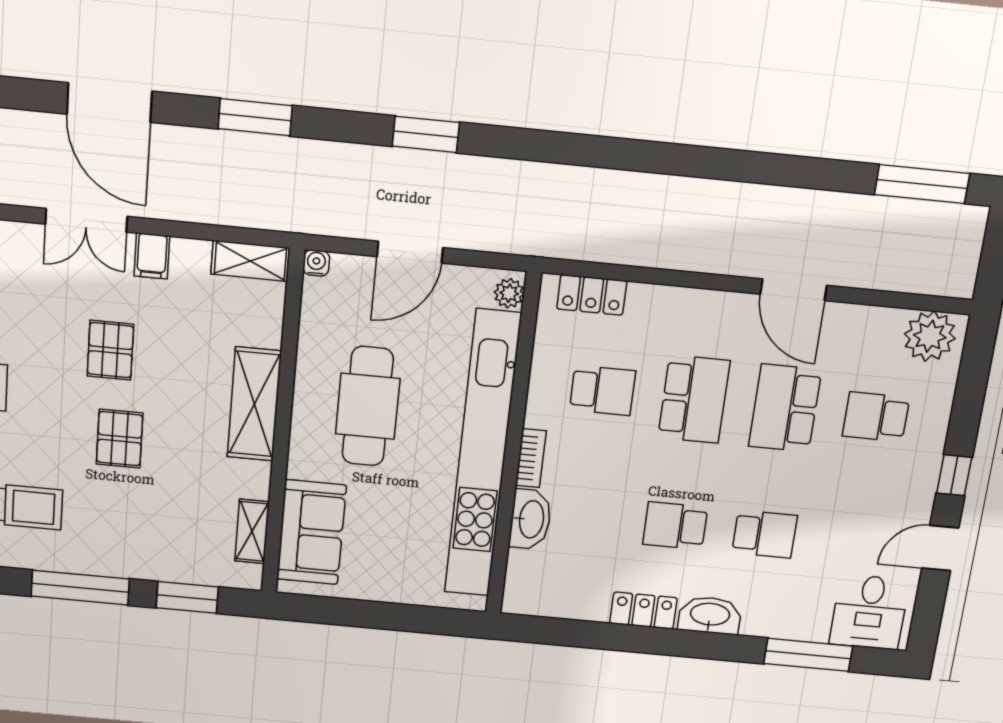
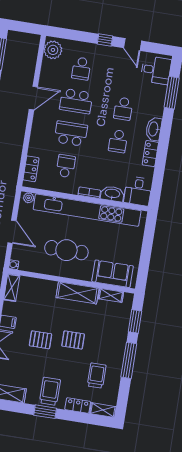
shelving: (254, 404) -> (77, 293), moved
school desk: (765, 534) -> (123, 109), turned 180
desk: (541, 585) -> (138, 191), added

